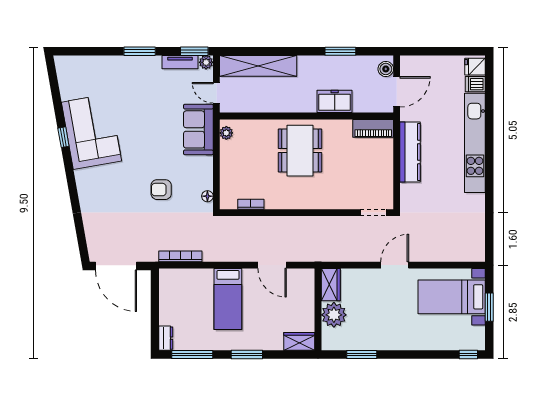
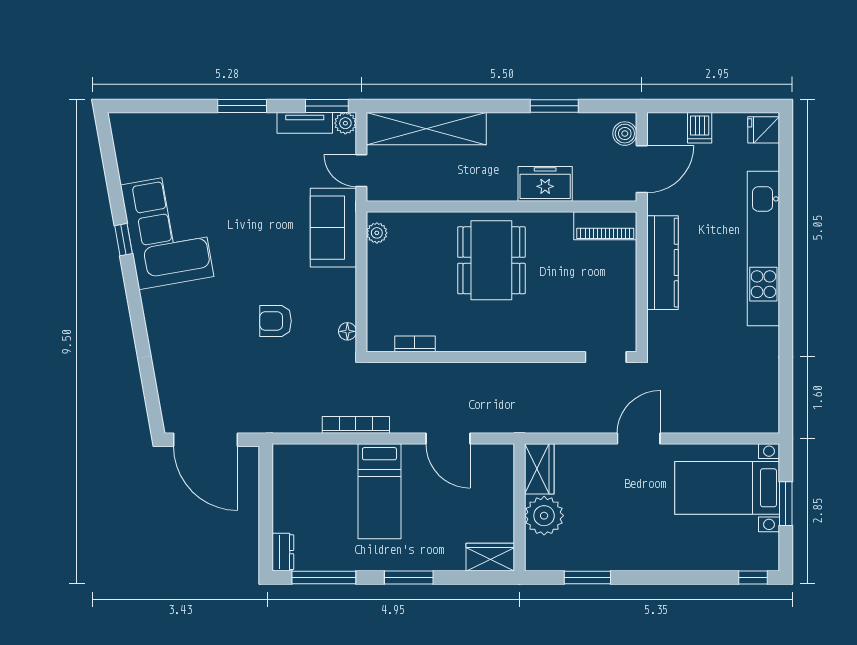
dishwasher: (475, 84) -> (700, 128), moved, turned -90
bookcase: (180, 256) -> (356, 425), moved

